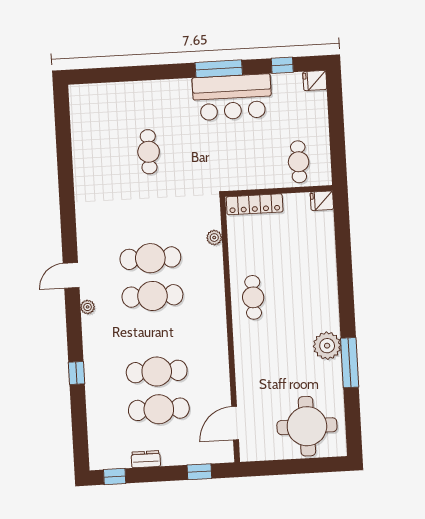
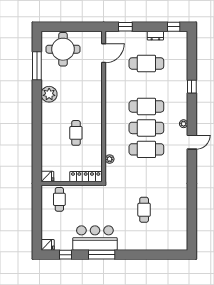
cafe table: (253, 297) -> (76, 133), moved
window: (350, 363) -> (37, 66), moved
cafe table: (157, 371) -> (146, 106), moved

